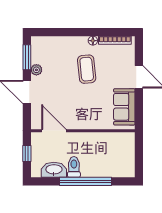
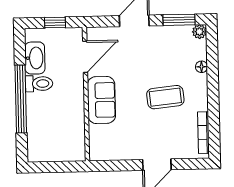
floor lamp: (93, 41) -> (201, 67), moved
plant: (36, 70) -> (199, 32), moved
sofa: (124, 107) -> (101, 100), moved, turned 90

